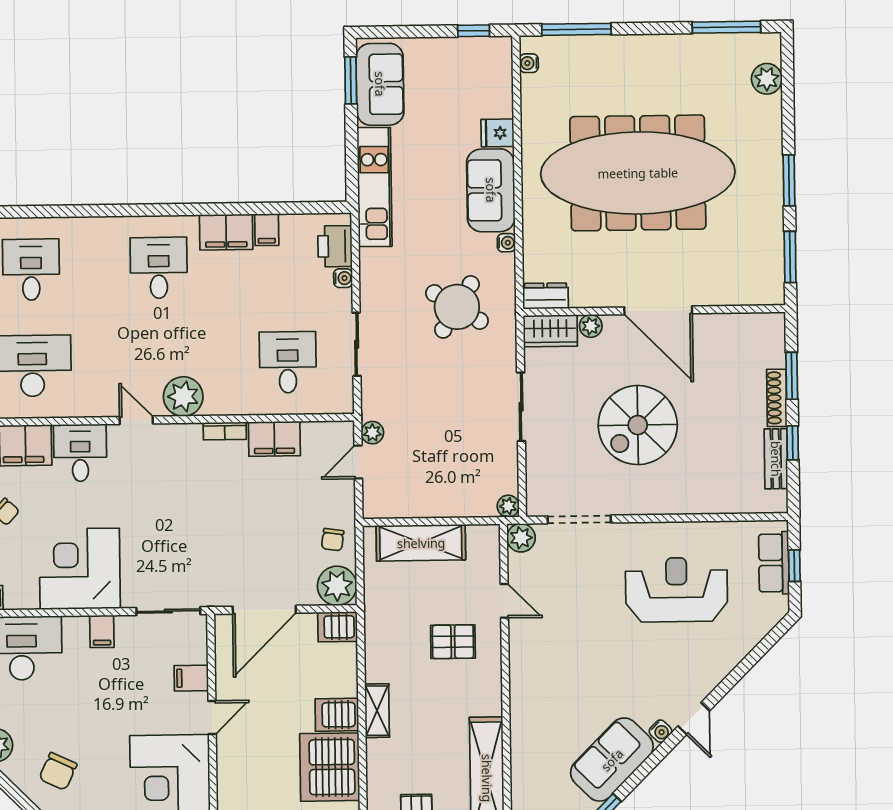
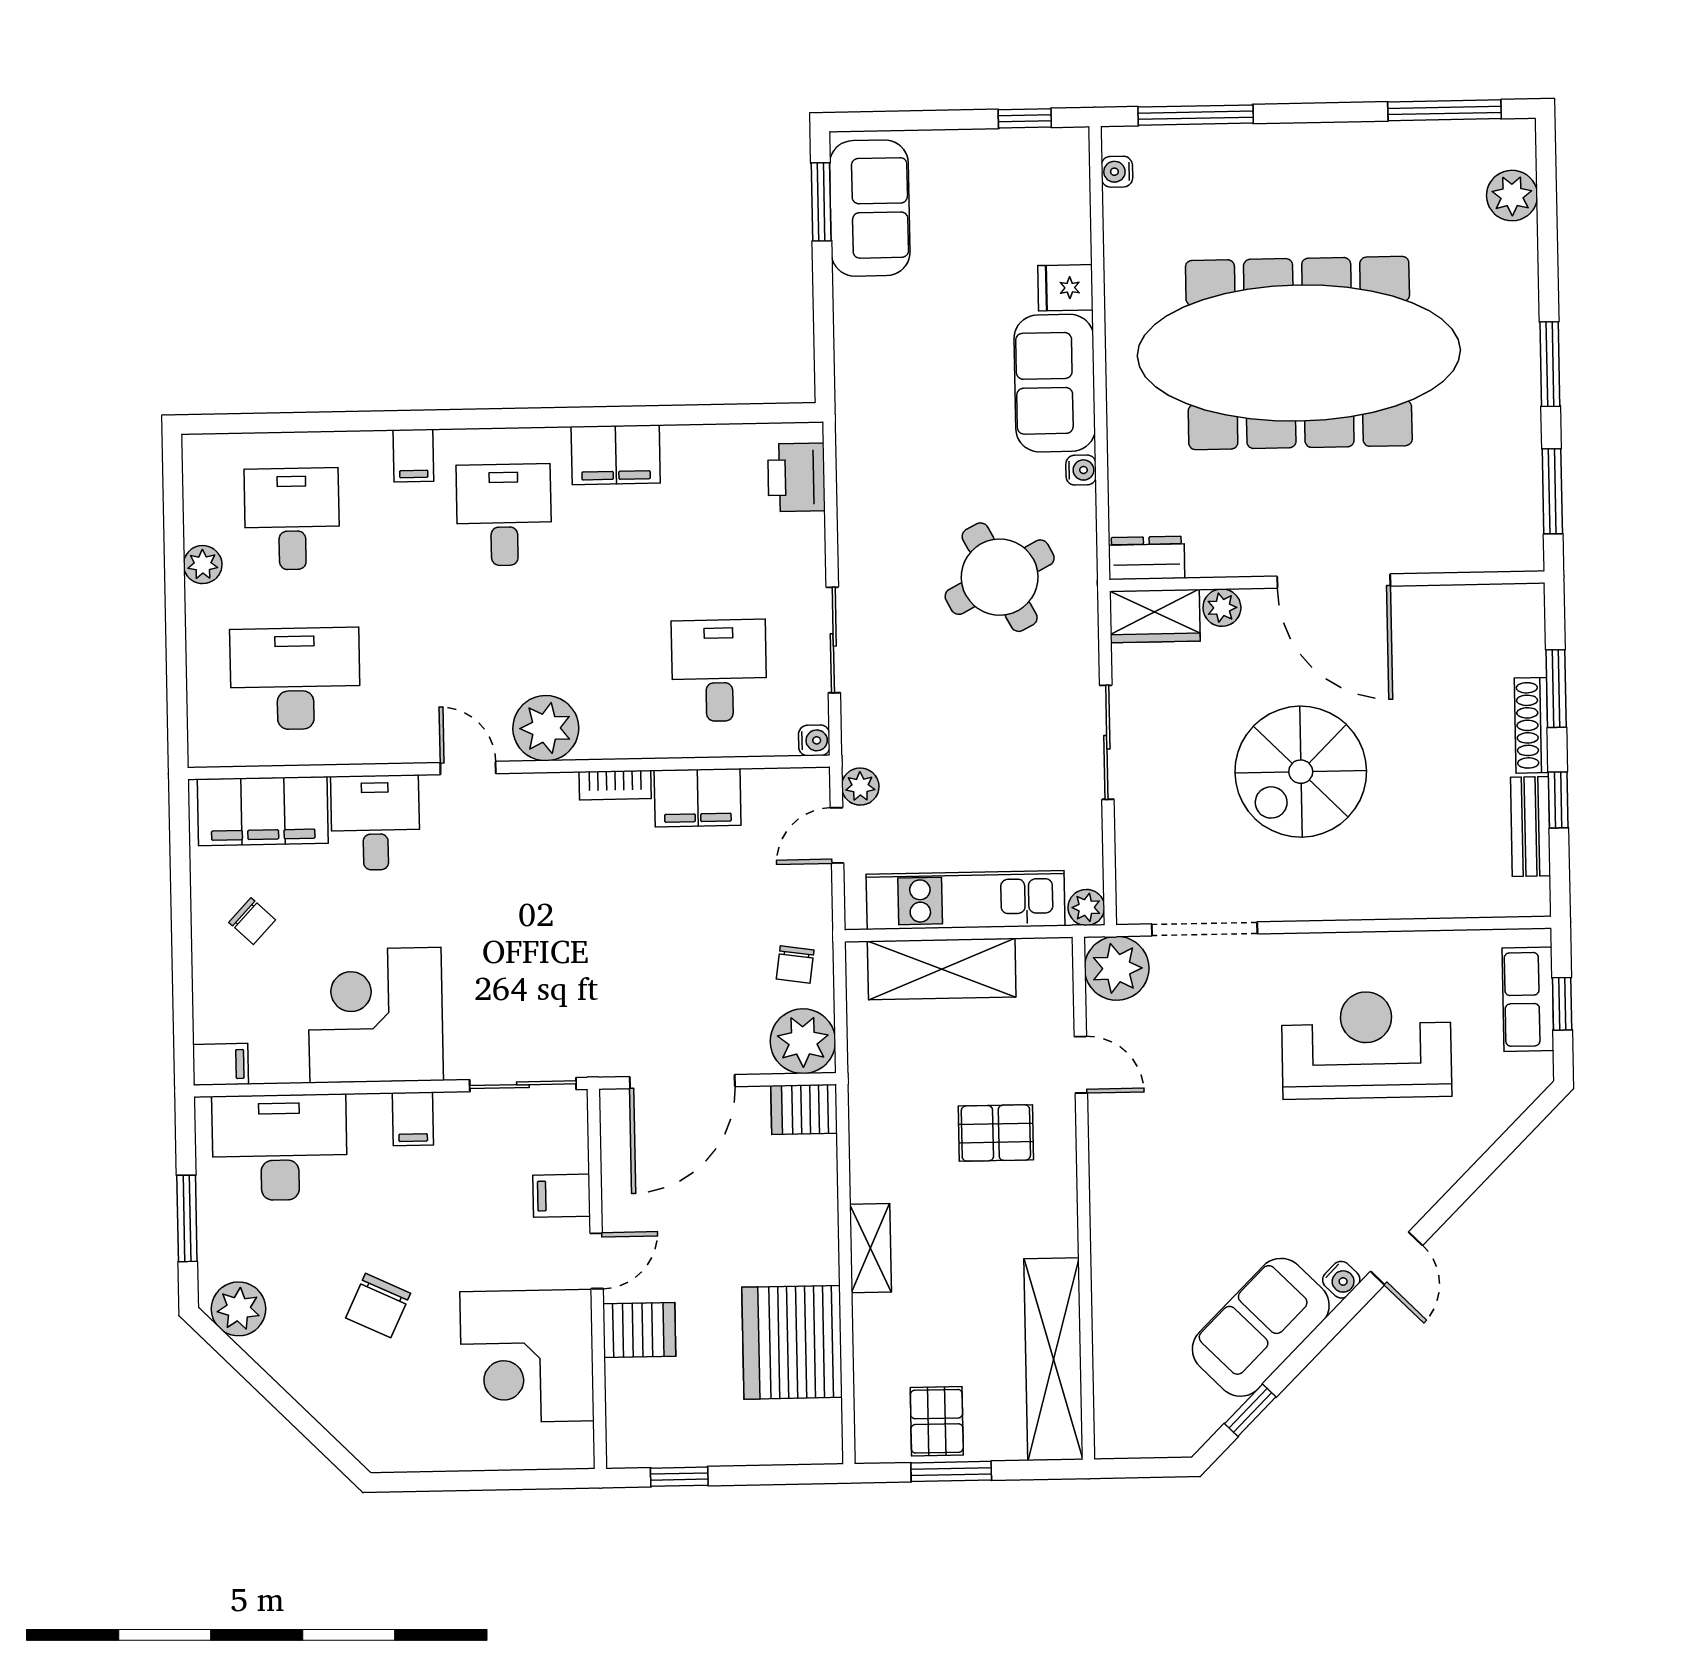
kitchen unit: (375, 187) -> (966, 900), moved, turned -90
filing cabinet: (267, 230) -> (413, 456), moved
water cooler: (343, 278) -> (814, 740), moved
round table: (457, 307) -> (1000, 577), turned 30
plant: (521, 538) -> (1117, 968), width x1.36, depth x1.36
server rack: (337, 715) -> (639, 1330), moved, turned 180
chair: (58, 771) -> (378, 1306), moved

